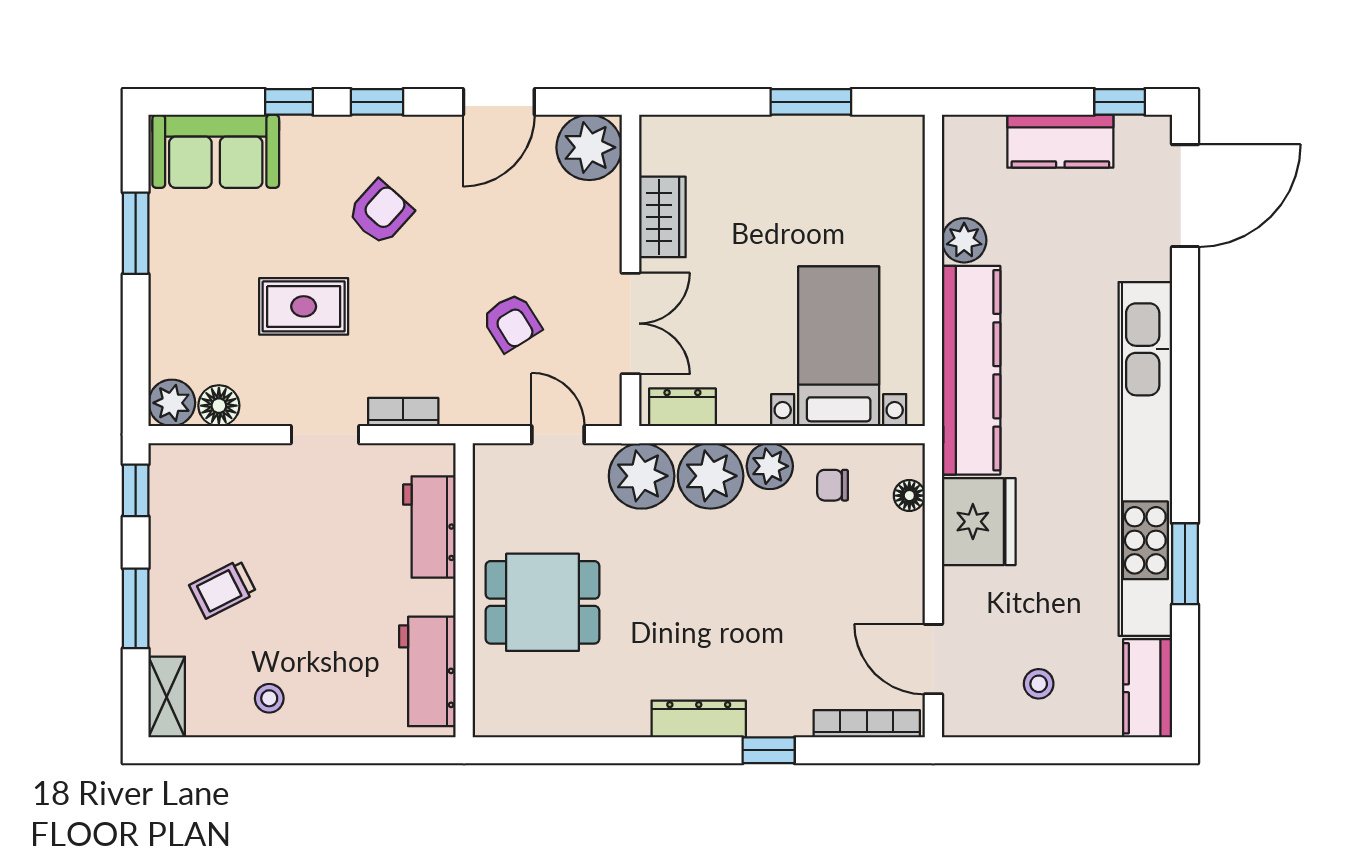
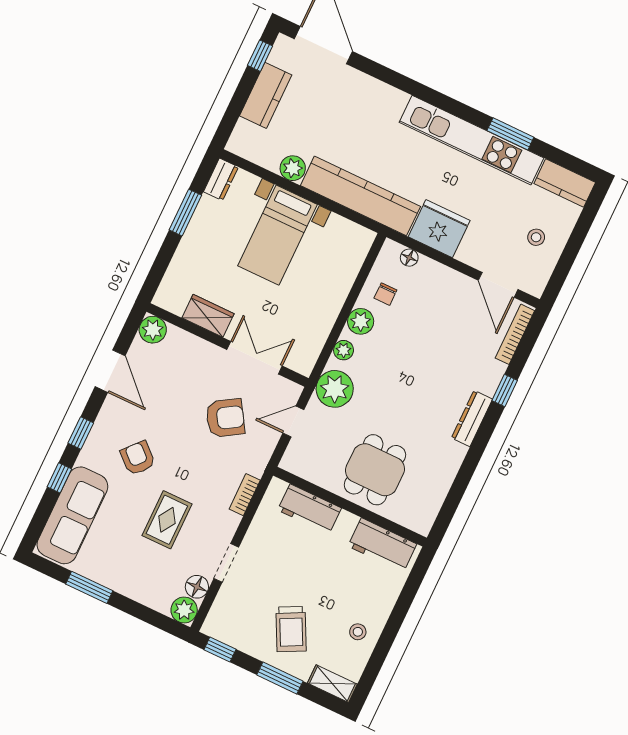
plant: (589, 147) -> (153, 330), width x0.73, depth x0.73
sofa: (216, 151) -> (72, 515), width x1.36
armchair: (511, 322) -> (225, 418), width x1.38, depth x1.38
bed with nightstands: (839, 346) -> (277, 235), moved, turned -90
dresser: (682, 407) -> (221, 179), moved, turned 180
doorway: (325, 435) -> (226, 563), moved
kitchen unit: (1145, 459) -> (472, 140), width x0.73
plant: (711, 476) -> (344, 350), width x0.53, depth x0.53
trolley: (223, 589) -> (291, 629), width x1.36, depth x1.39
door: (933, 659) -> (498, 285), hinge flipped

